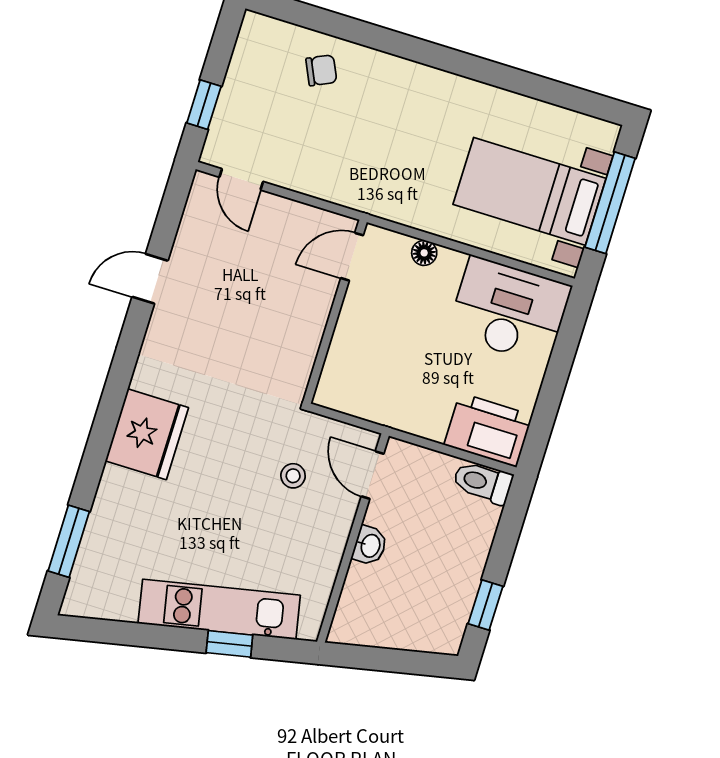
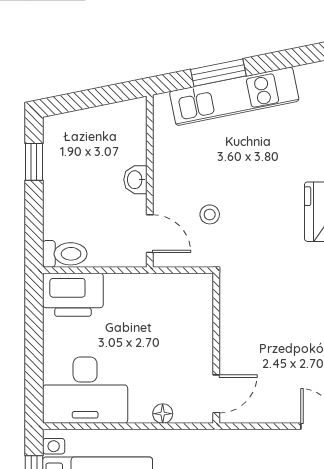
window: (229, 644) -> (218, 73), width x1.50

